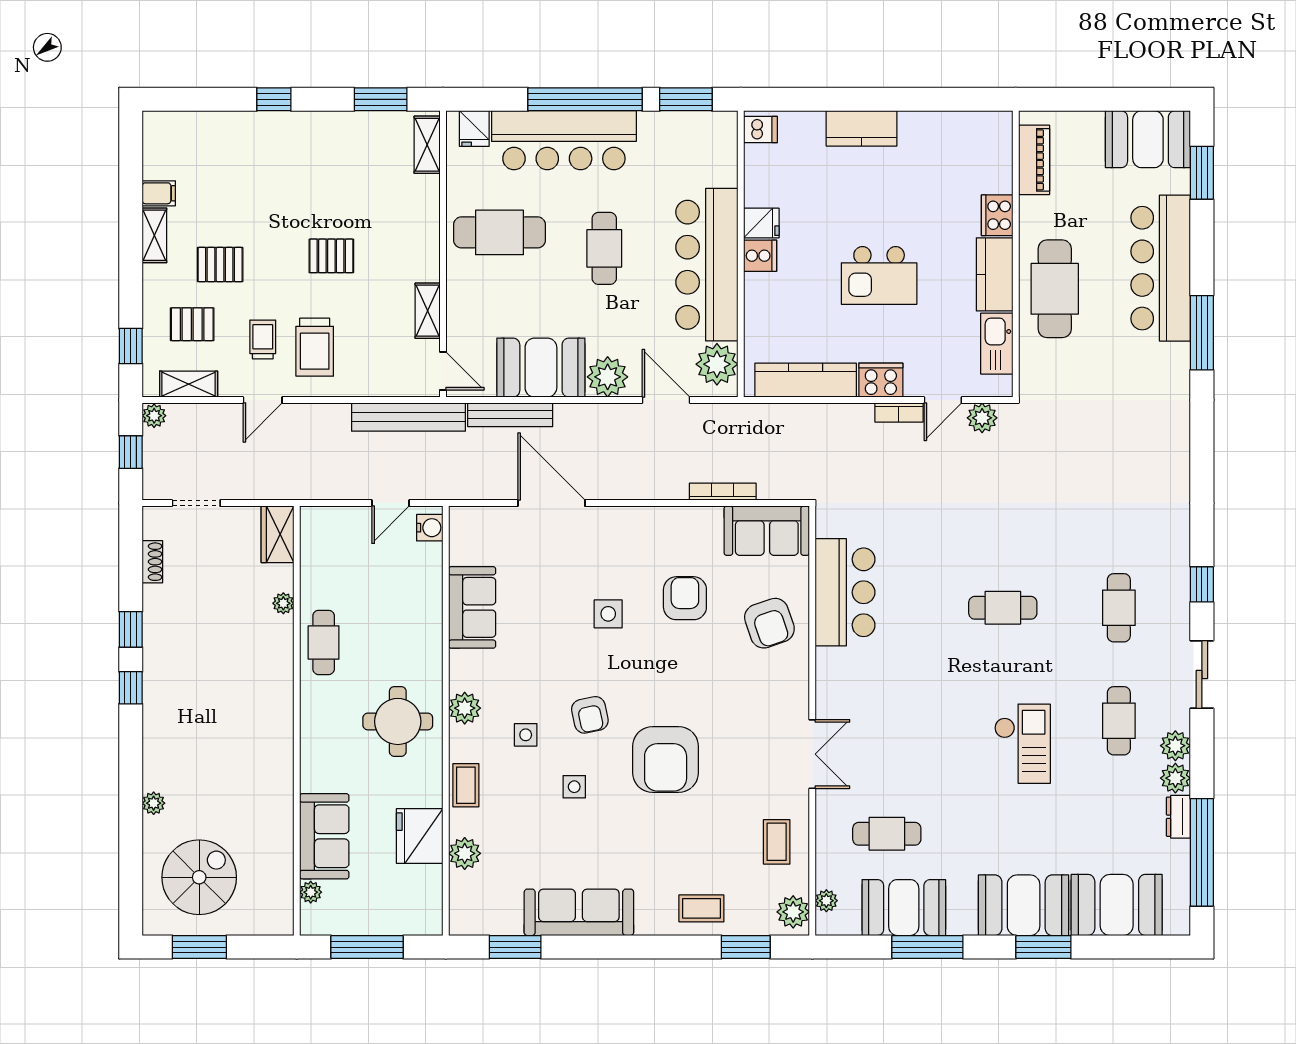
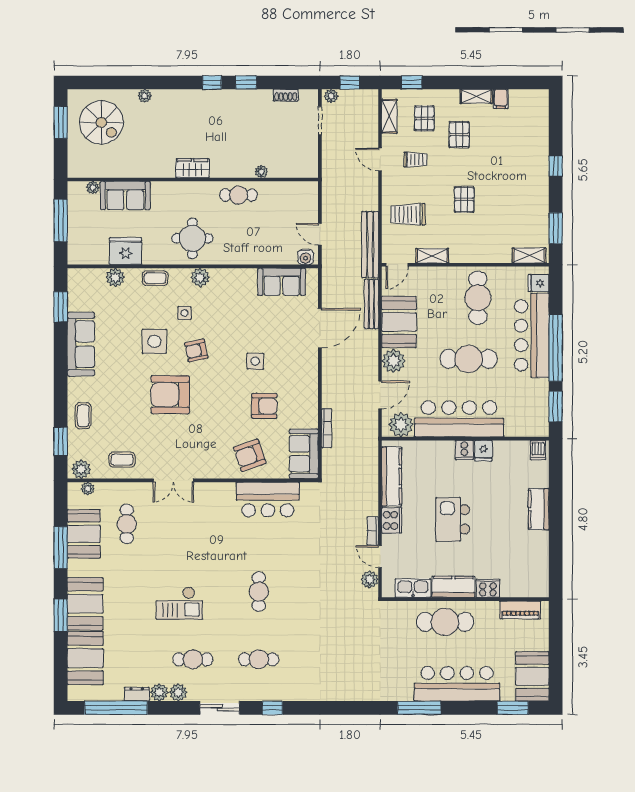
cafe table: (604, 248) -> (469, 359), width x1.37, depth x1.35
trolley: (315, 347) -> (408, 214), moved
plant: (154, 416) -> (331, 96), moved
wardrobe: (278, 534) -> (193, 168), moved
sofa: (472, 607) -> (282, 282), moved
side table: (574, 787) -> (154, 341), width x1.87, depth x1.87

